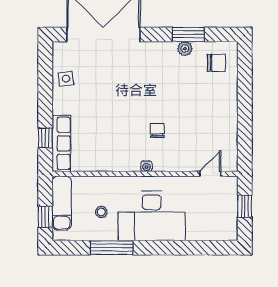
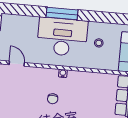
door: (210, 174) -> (17, 64), swing flipped
window: (112, 248) -> (62, 13), moved

